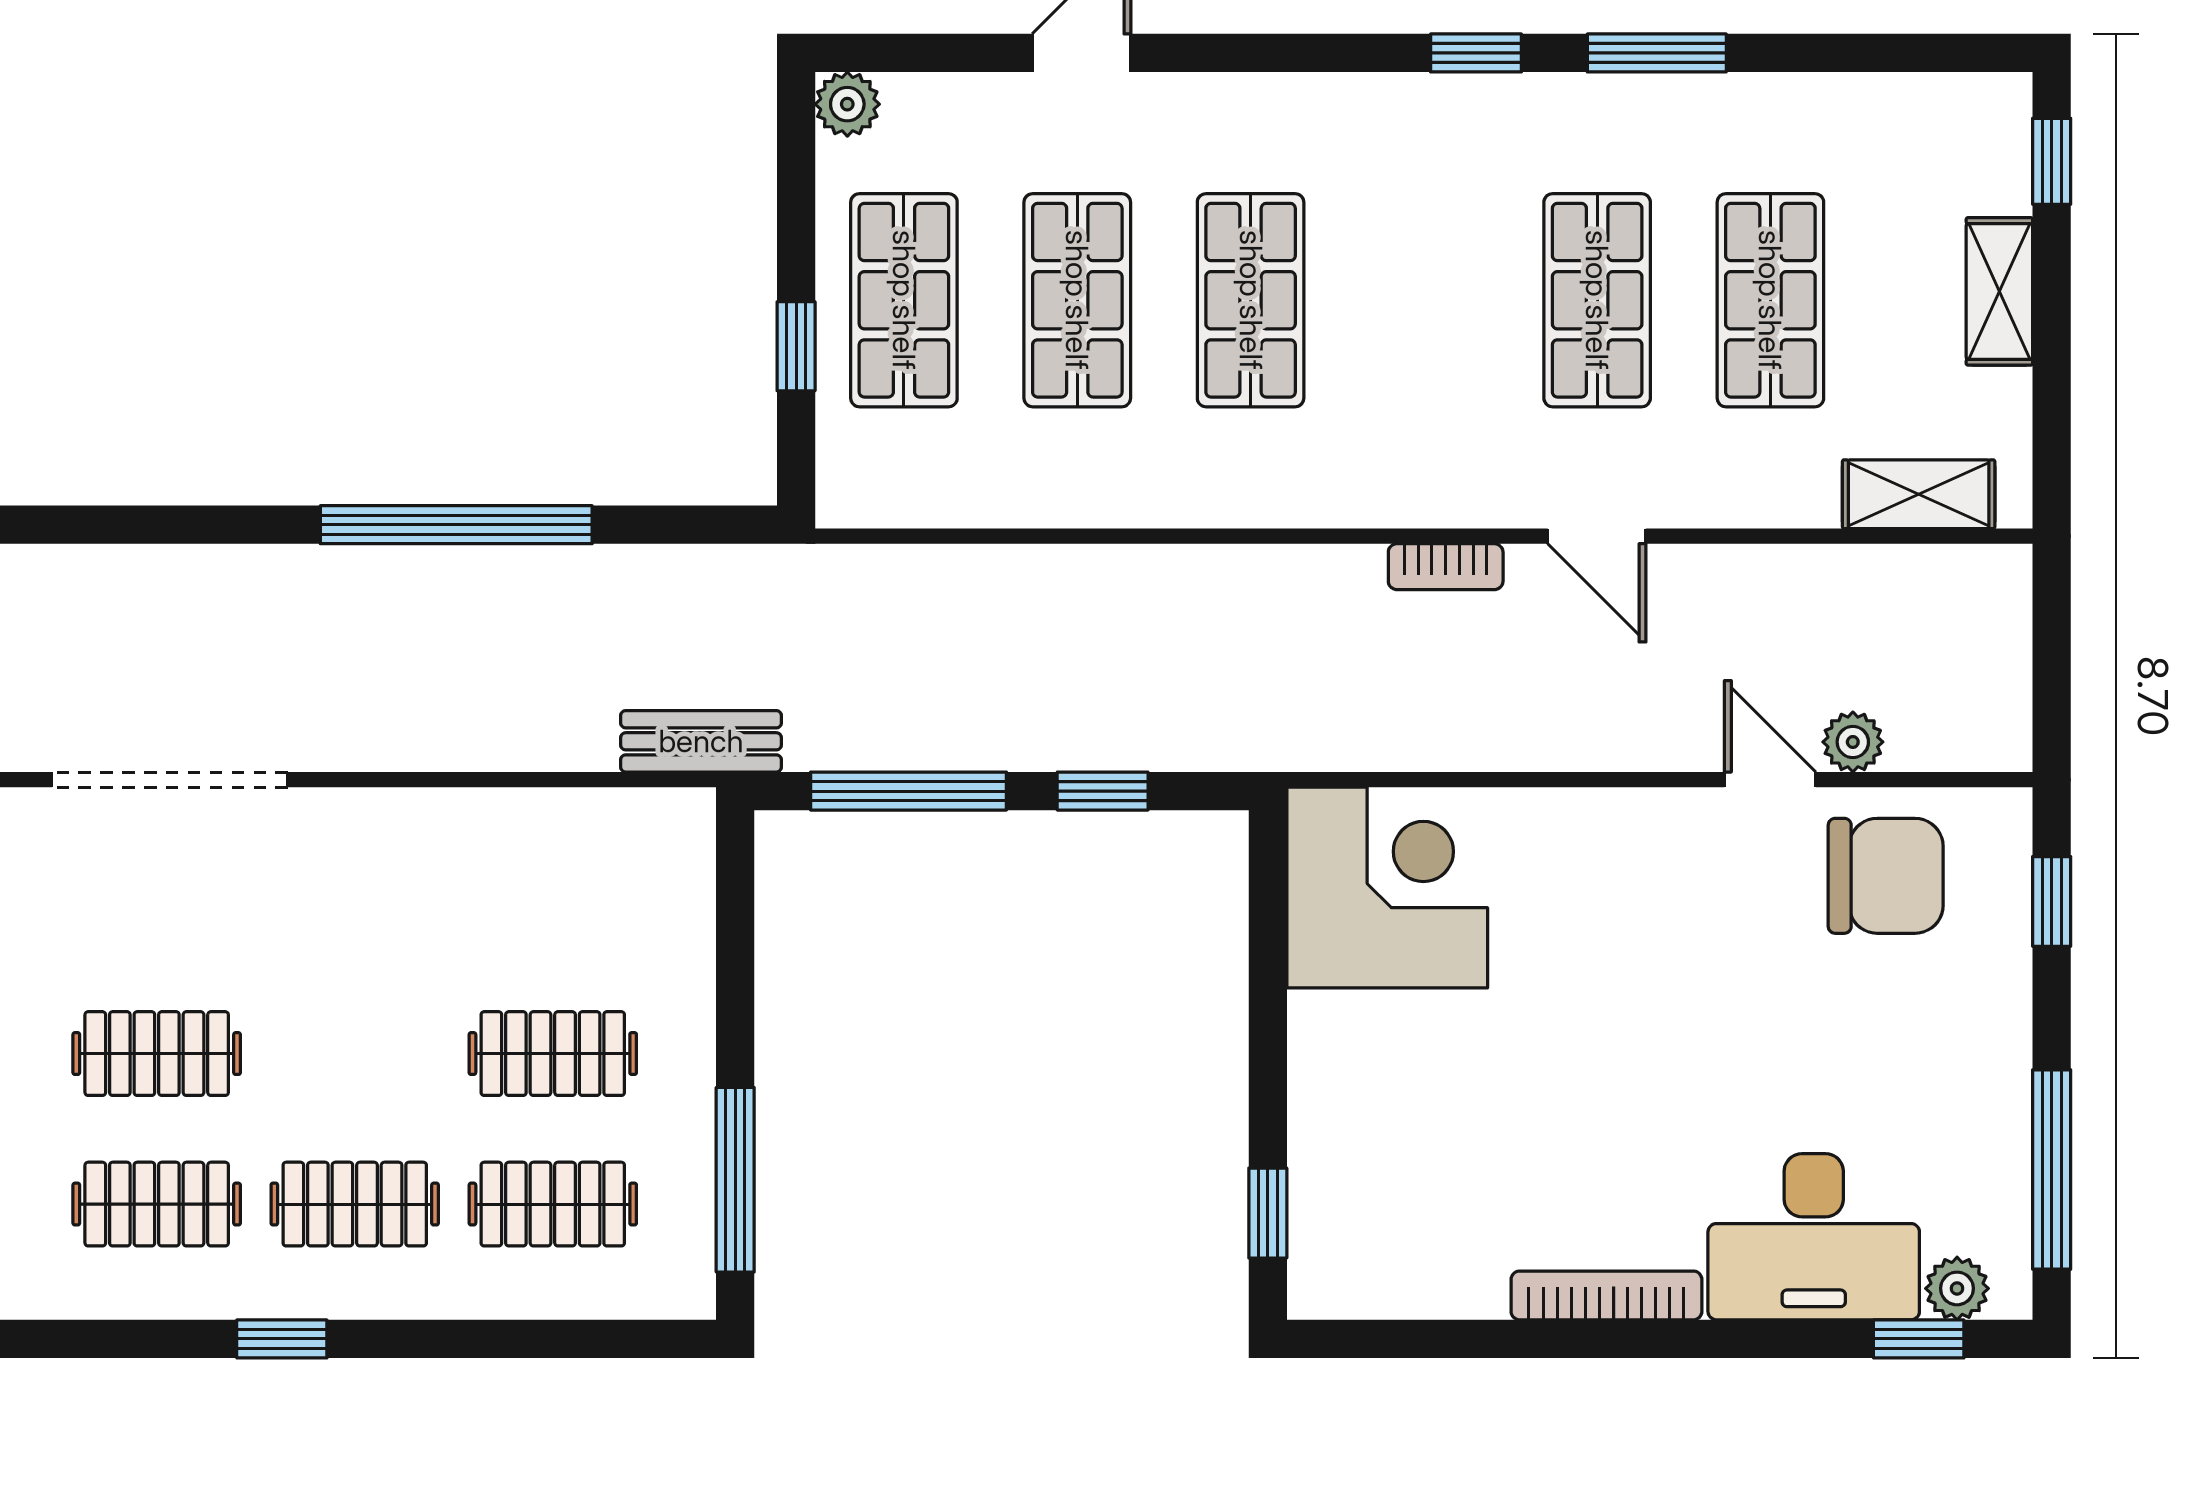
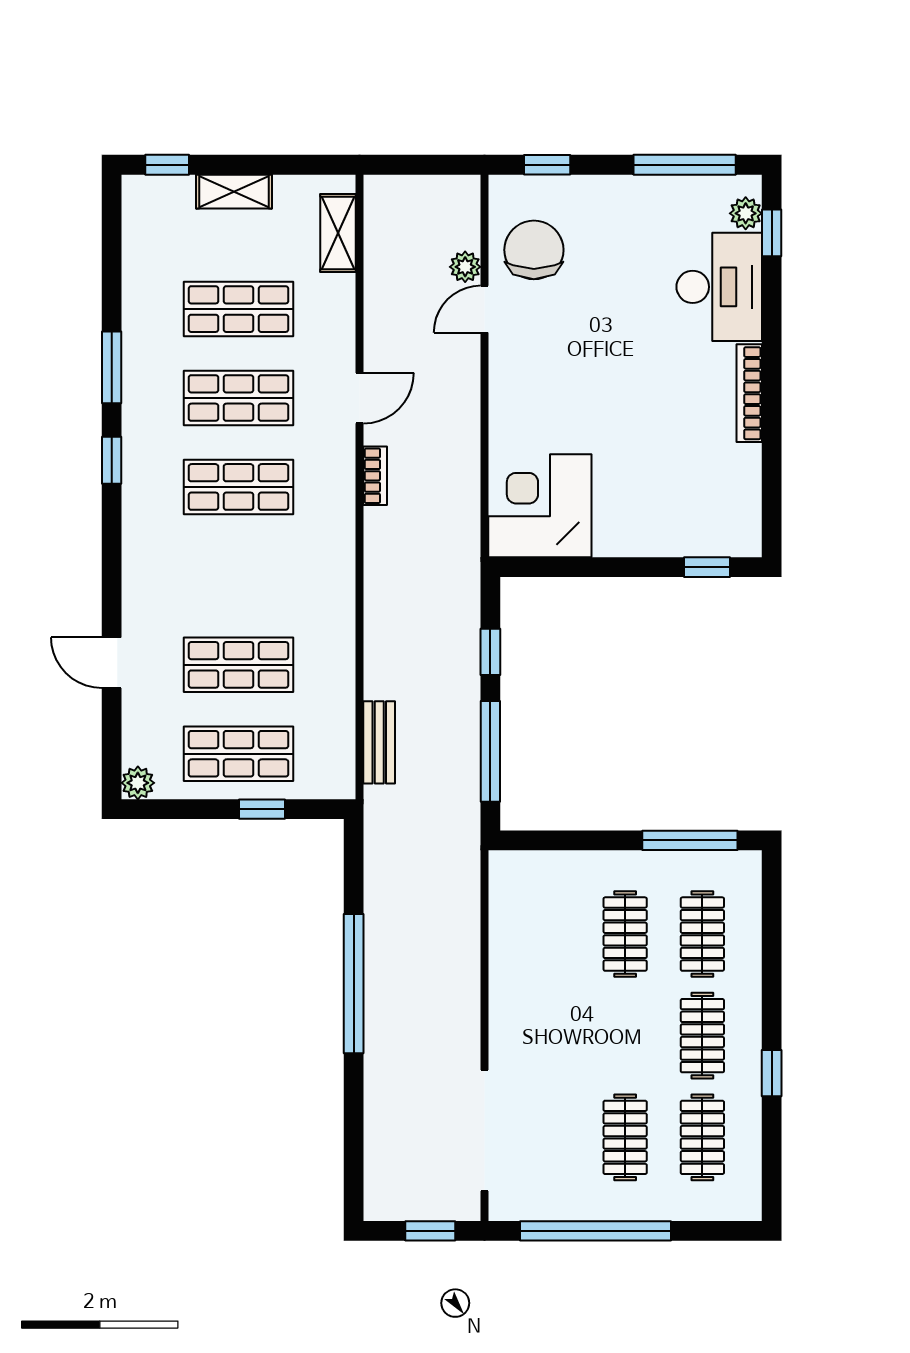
shop shelf: (1251, 300) -> (238, 487), moved
bench: (701, 741) -> (379, 742), moved

